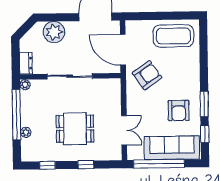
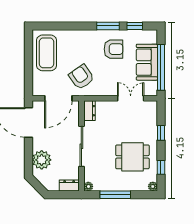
dresser: (110, 85) -> (89, 111), added
window: (16, 115) -> (115, 195), width x0.68
dining table: (75, 129) -> (132, 157), moved, turned 90
plant: (26, 132) -> (153, 186), moved
sofa: (172, 148) -> (147, 62), width x0.73

